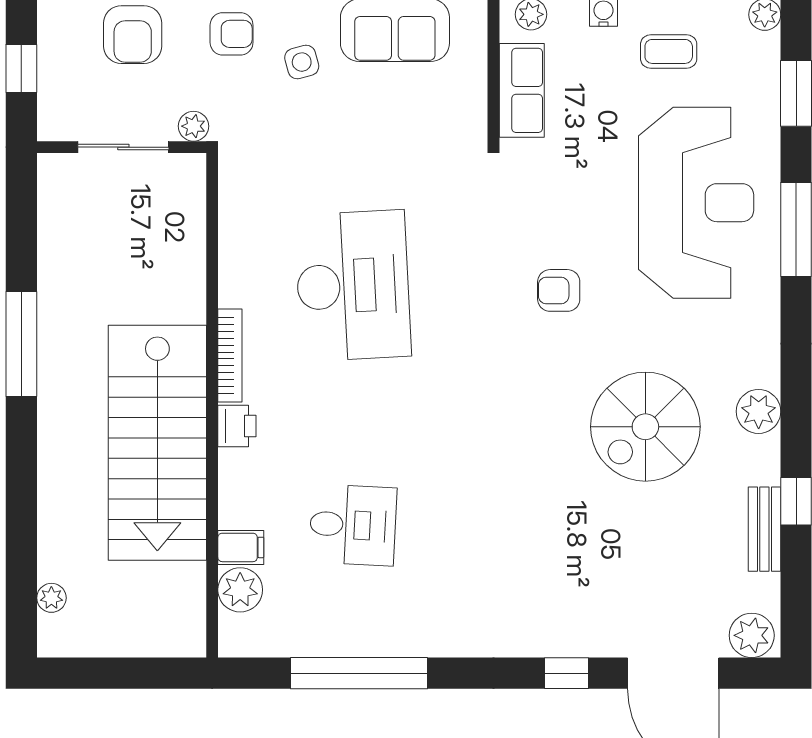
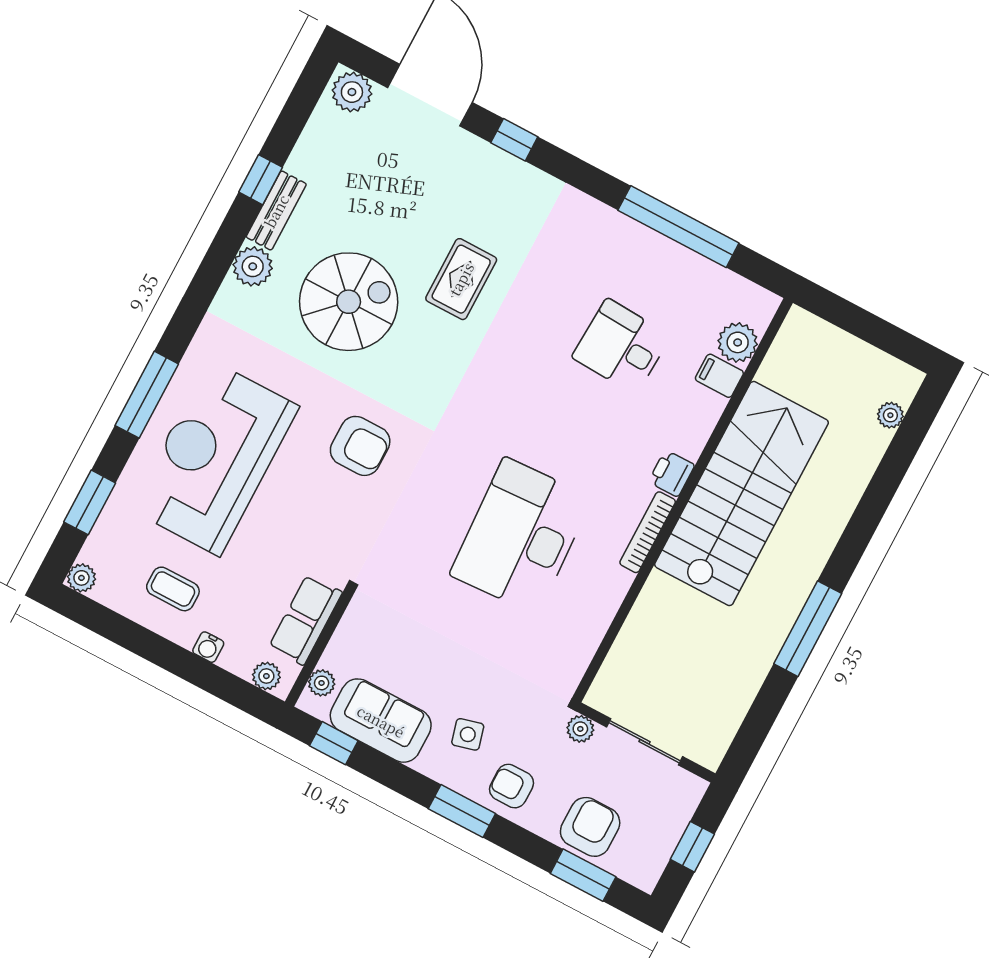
plant: (473, 36) -> (322, 683), added
armchair: (559, 290) -> (360, 446), width x1.38, depth x1.38
rug: (546, 508) -> (461, 279), added
bench: (764, 529) -> (276, 211), moved

